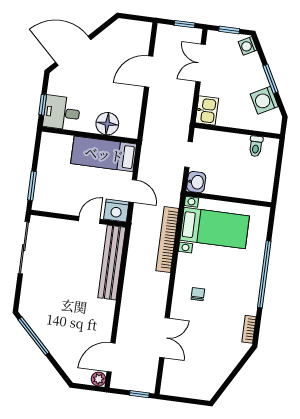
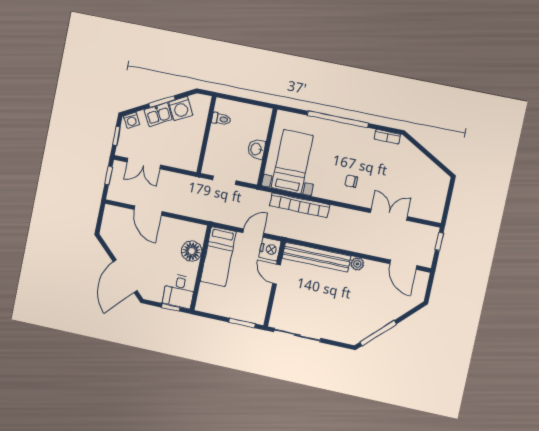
kitchen sink: (207, 111) -> (158, 114), moved, turned 152
washbasin: (196, 182) -> (256, 149), moved, turned -90
plant: (98, 379) -> (357, 264), moved

